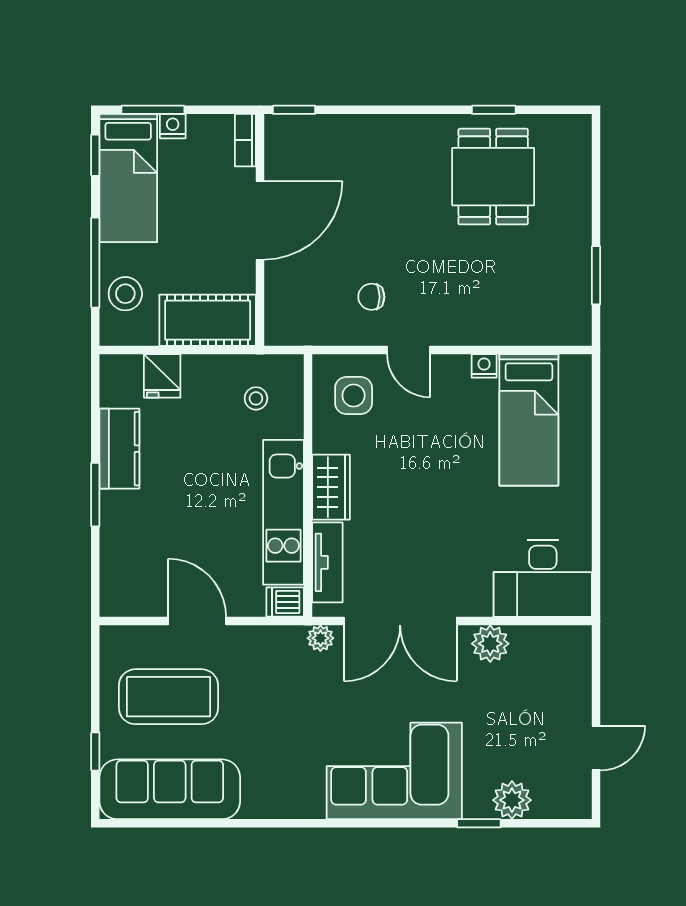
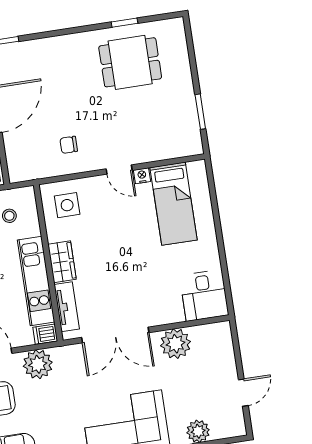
dining table: (493, 177) -> (130, 62), turned 90
door: (409, 350) -> (119, 170), moved
desk: (543, 578) -> (204, 295), width x0.73
plant: (320, 638) -> (38, 364), moved, width x1.88, depth x1.88
plant: (490, 644) -> (176, 344), width x1.36, depth x1.36

